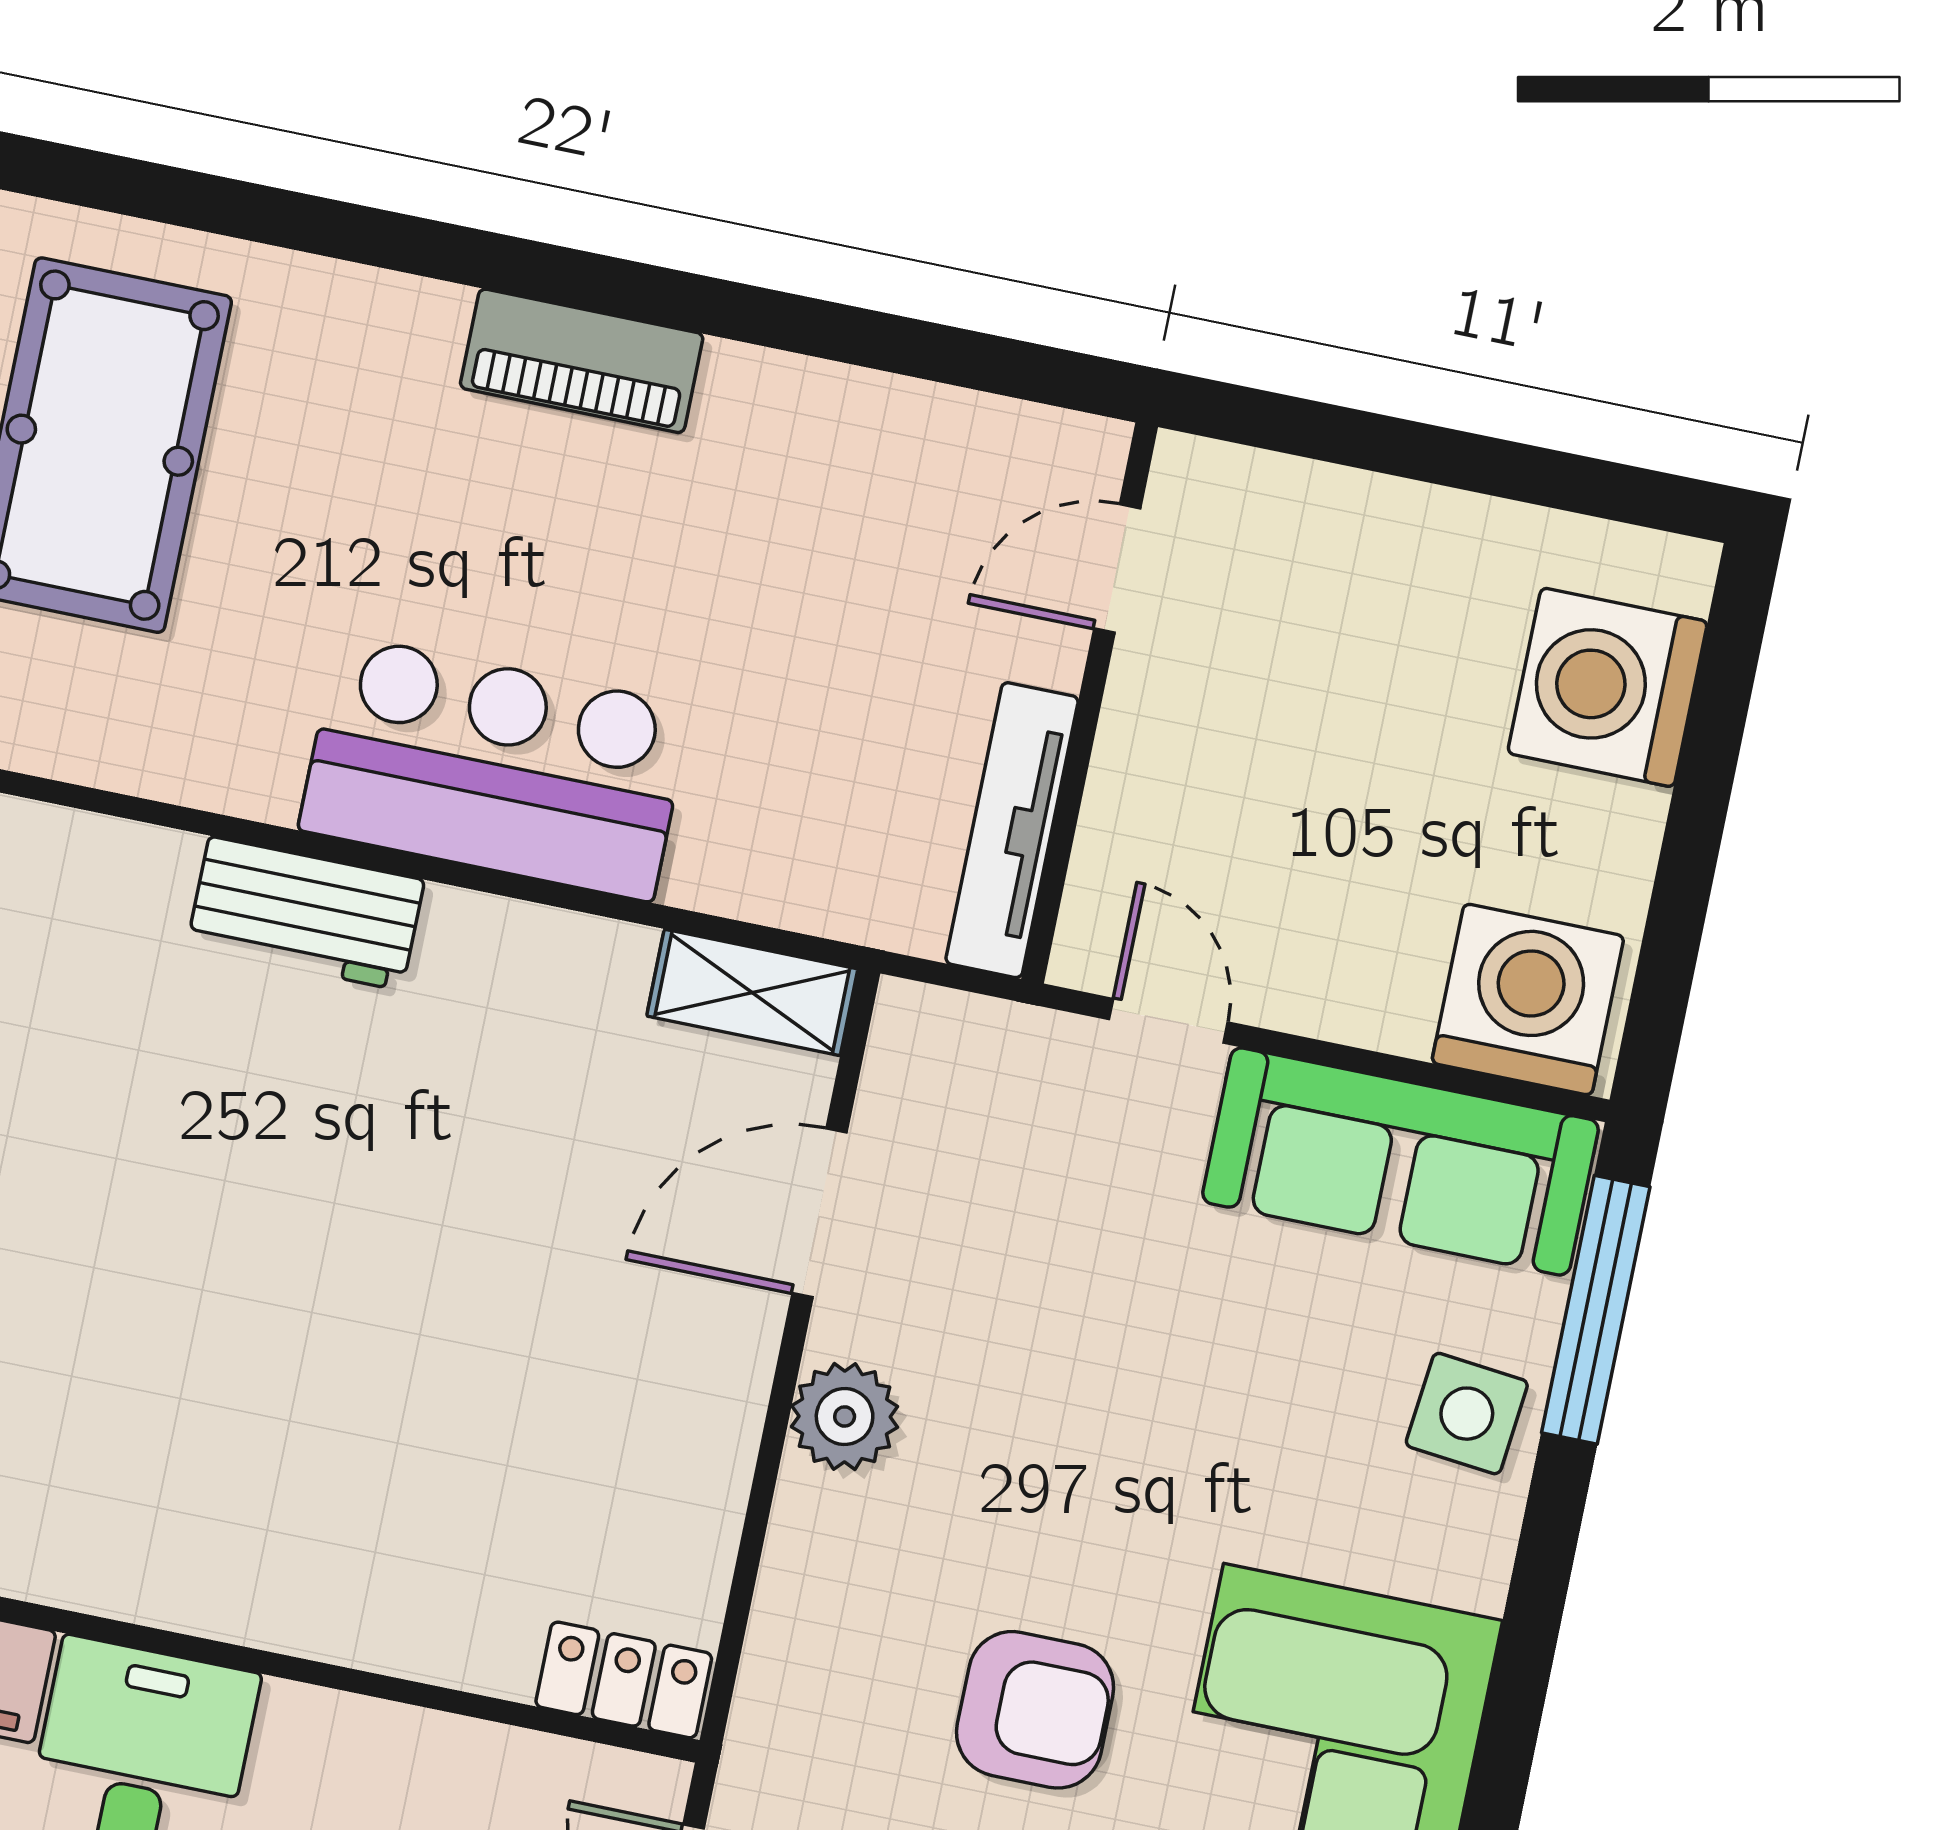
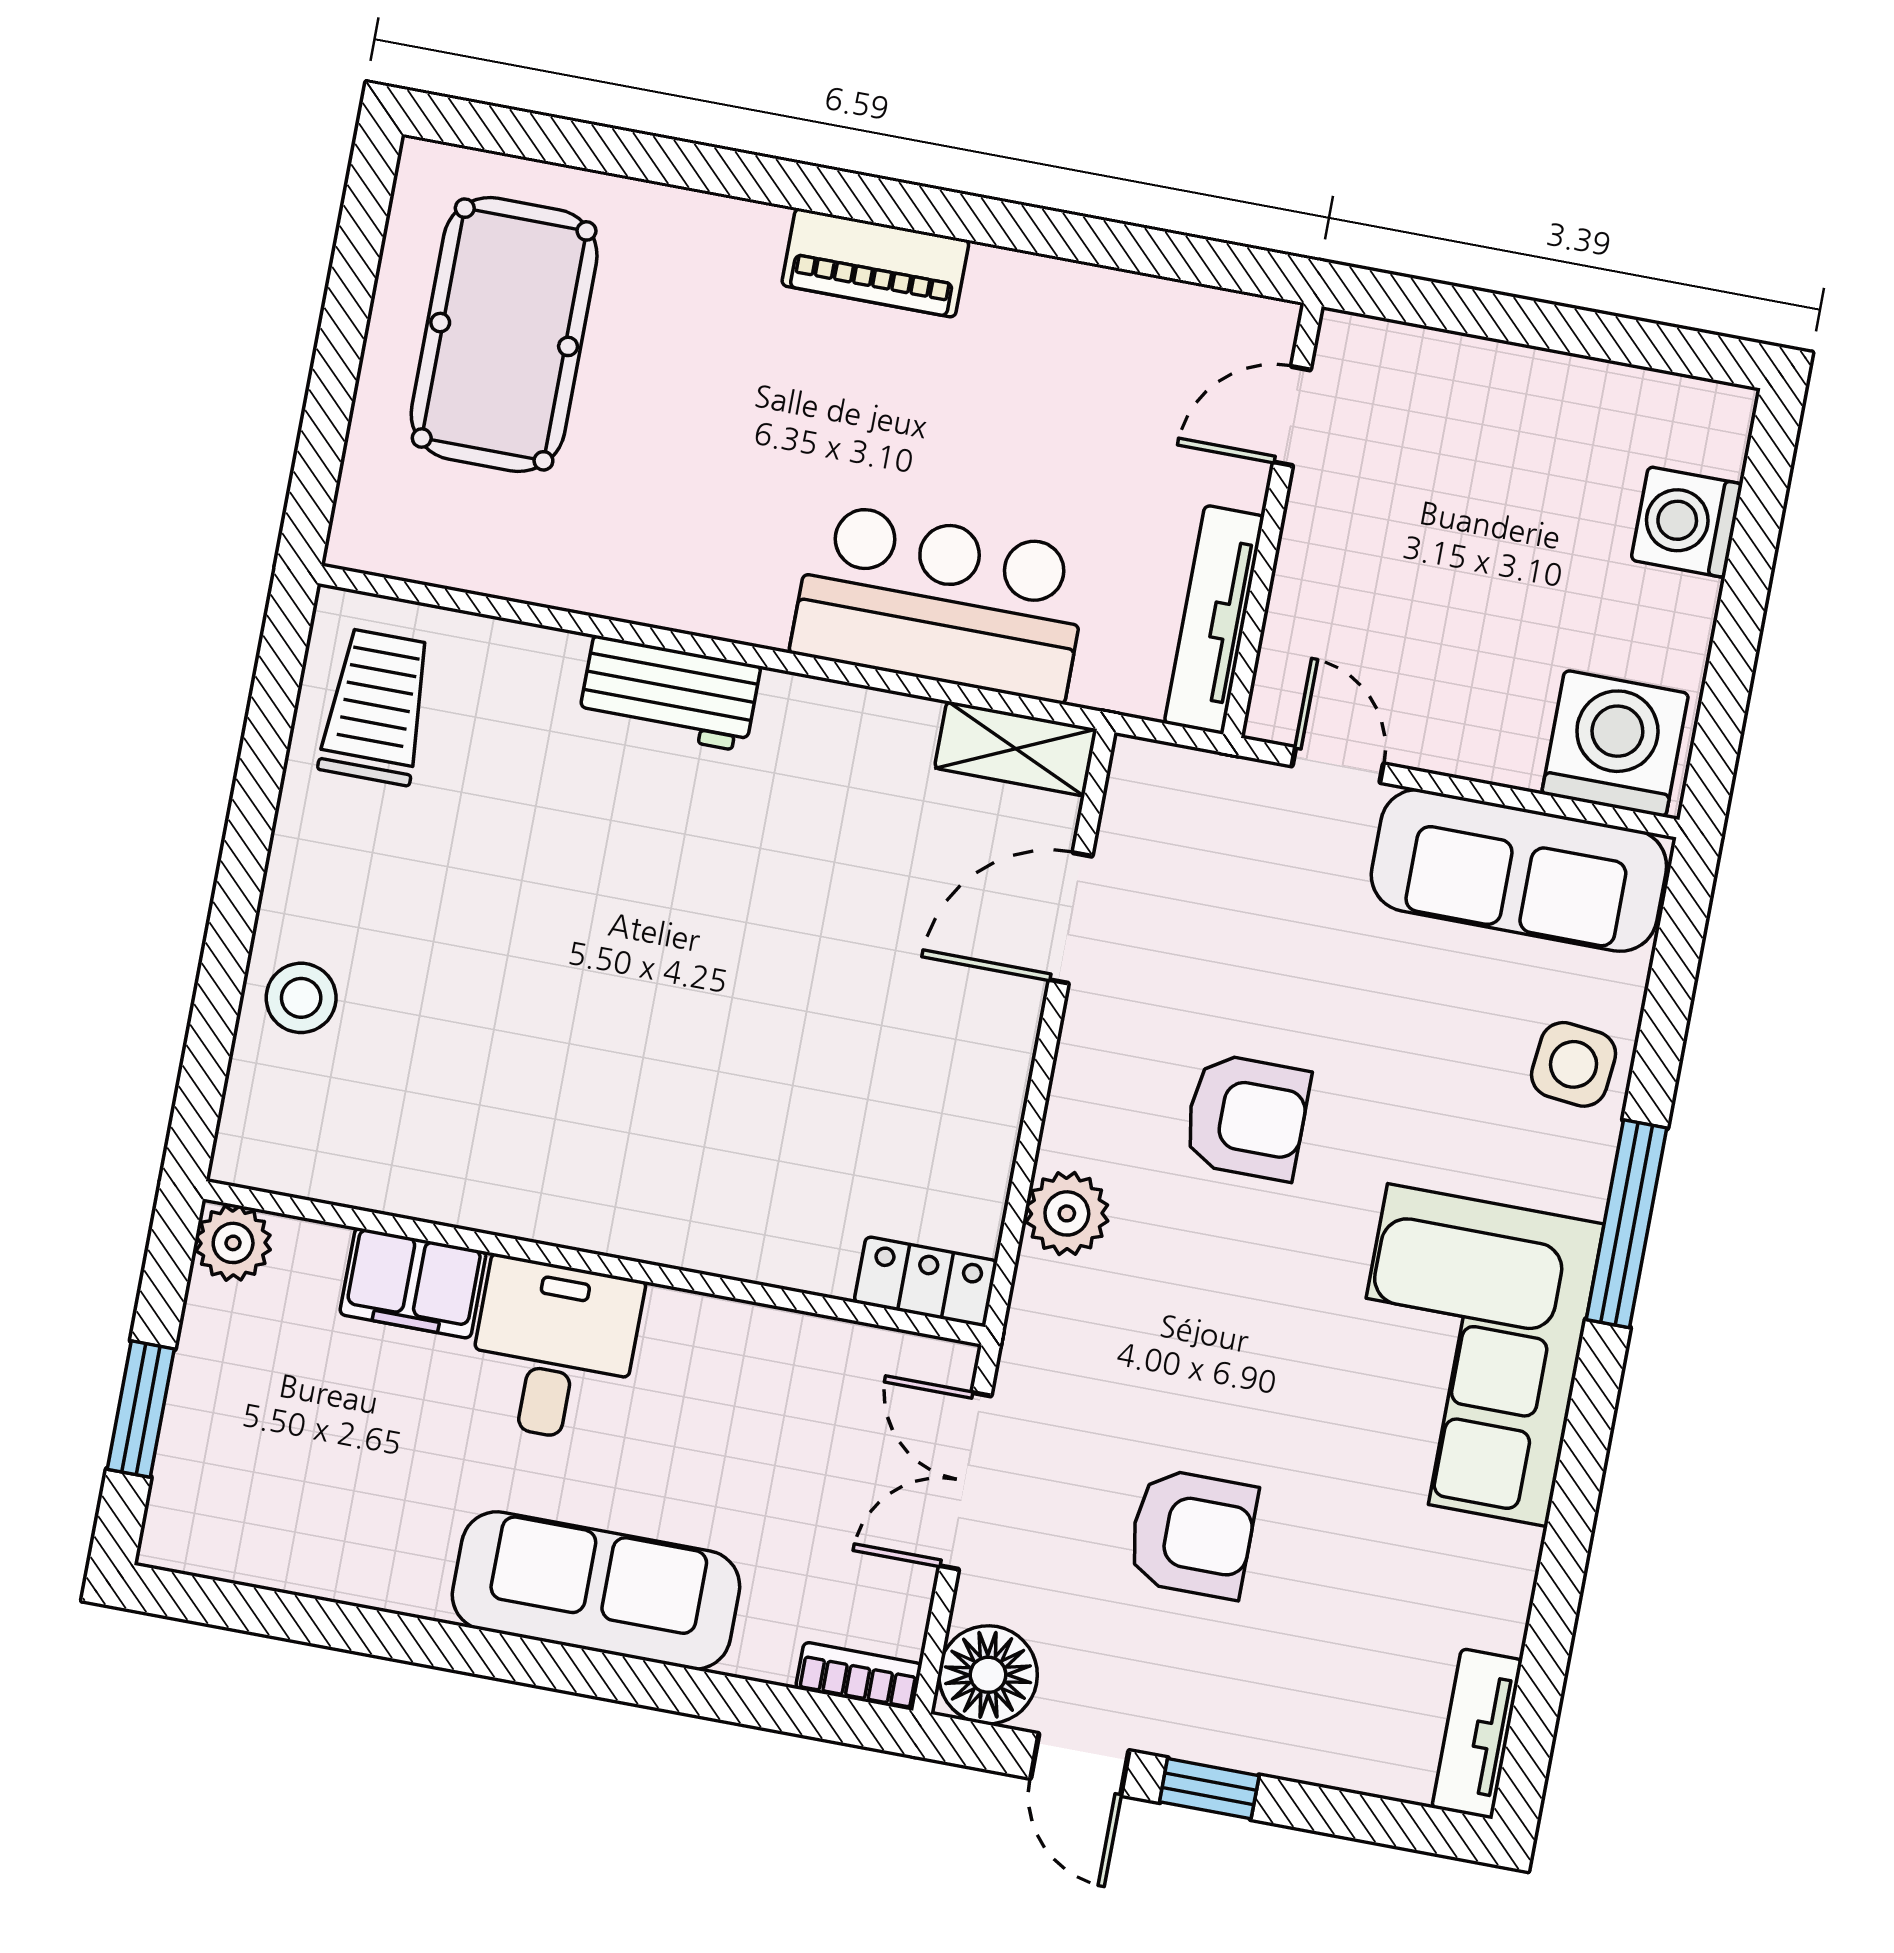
washing machine: (1608, 687) -> (1687, 522), width x0.73, depth x0.73
bar counter: (495, 768) -> (941, 602), moved
window: (1596, 1310) -> (1627, 1224), moved
plant: (845, 1417) -> (1067, 1213), moved
armchair: (1035, 1710) -> (1247, 1117), moved

